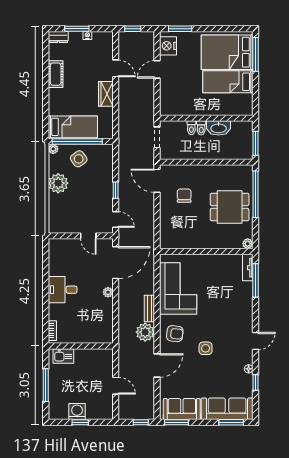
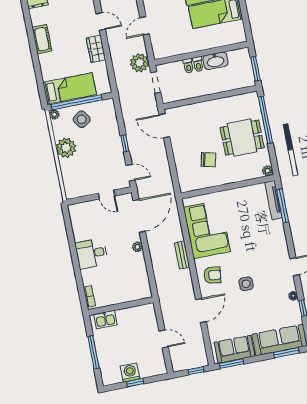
door: (157, 69) -> (145, 26), moved
chair: (184, 196) -> (208, 160), moved, turned 104
tv unit: (248, 268) -> (273, 200), width x1.41
plant: (145, 332) -> (140, 63), moved

